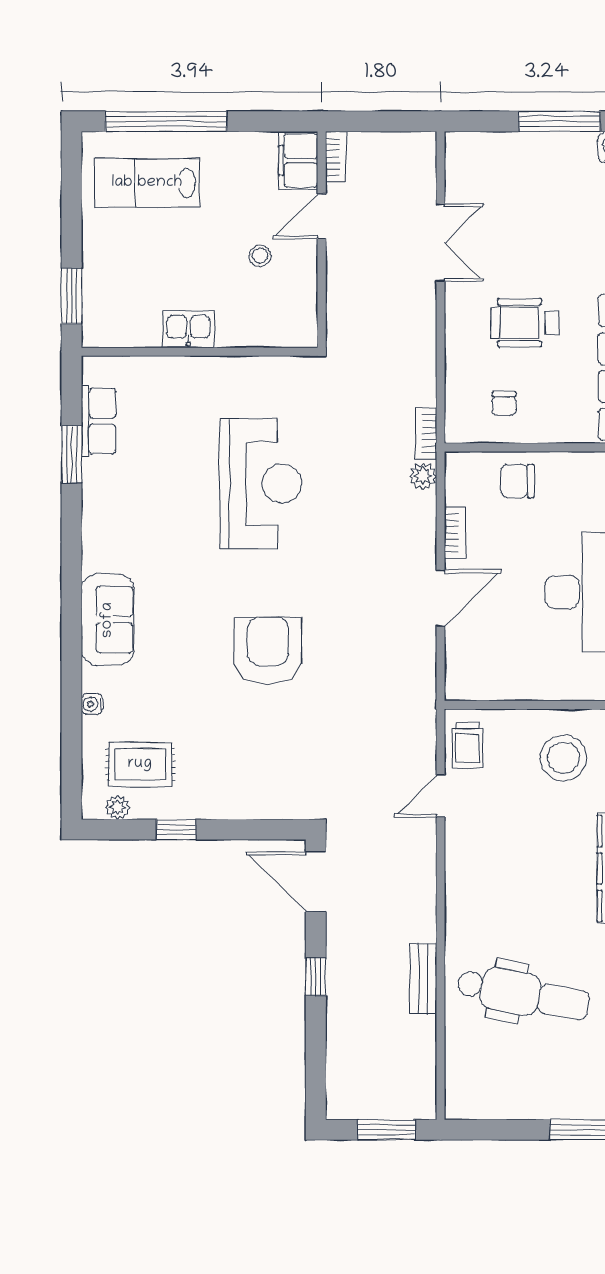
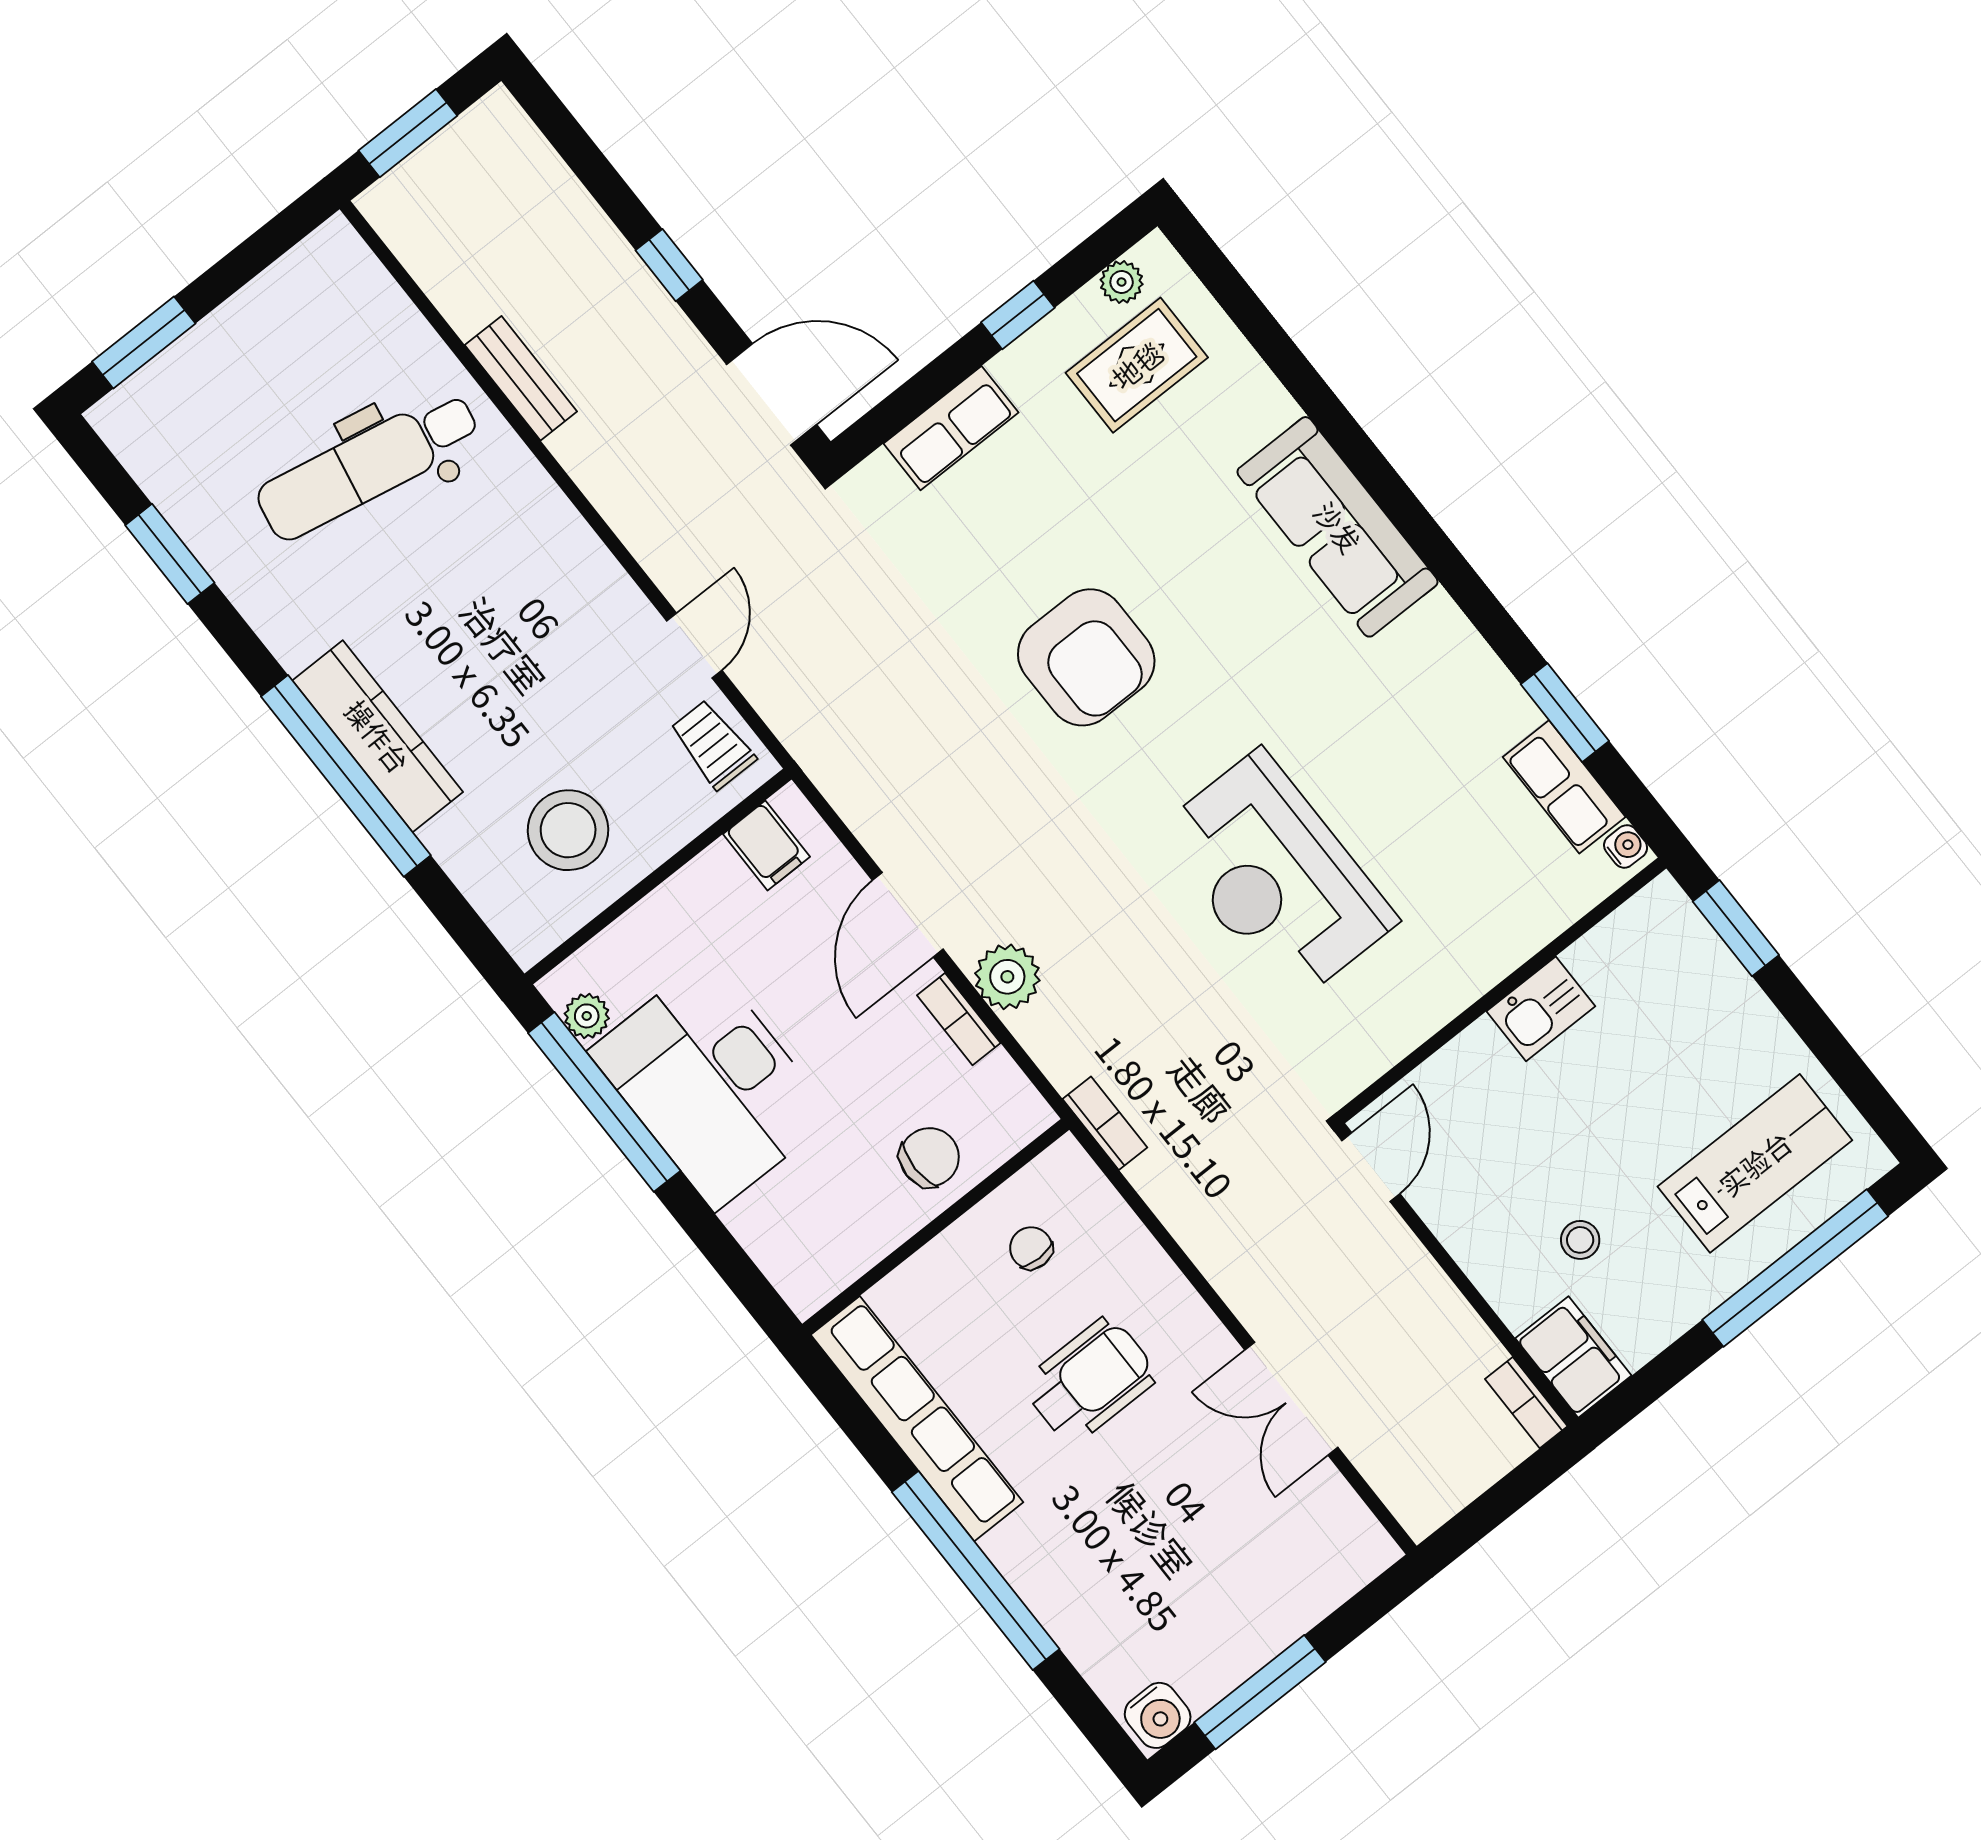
door: (322, 216) -> (1371, 1167), moved
stool: (260, 256) -> (1580, 1240), moved
plant: (423, 476) -> (1007, 977), moved, width x1.38, depth x1.38
sofa: (108, 620) -> (1338, 527), width x1.36
filing cabinet: (479, 680) -> (766, 845), added
water cooler: (92, 704) -> (1626, 846), moved
row of seats: (247, 802) -> (951, 428), added

